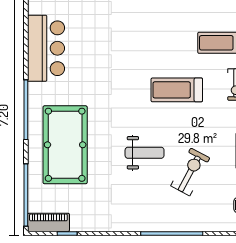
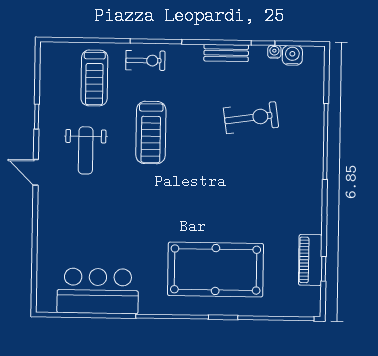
weight bench: (145, 153) -> (86, 150), moved, turned 180
exercise bike: (190, 172) -> (251, 118), turned 144
piano: (48, 222) -> (310, 260), moved

